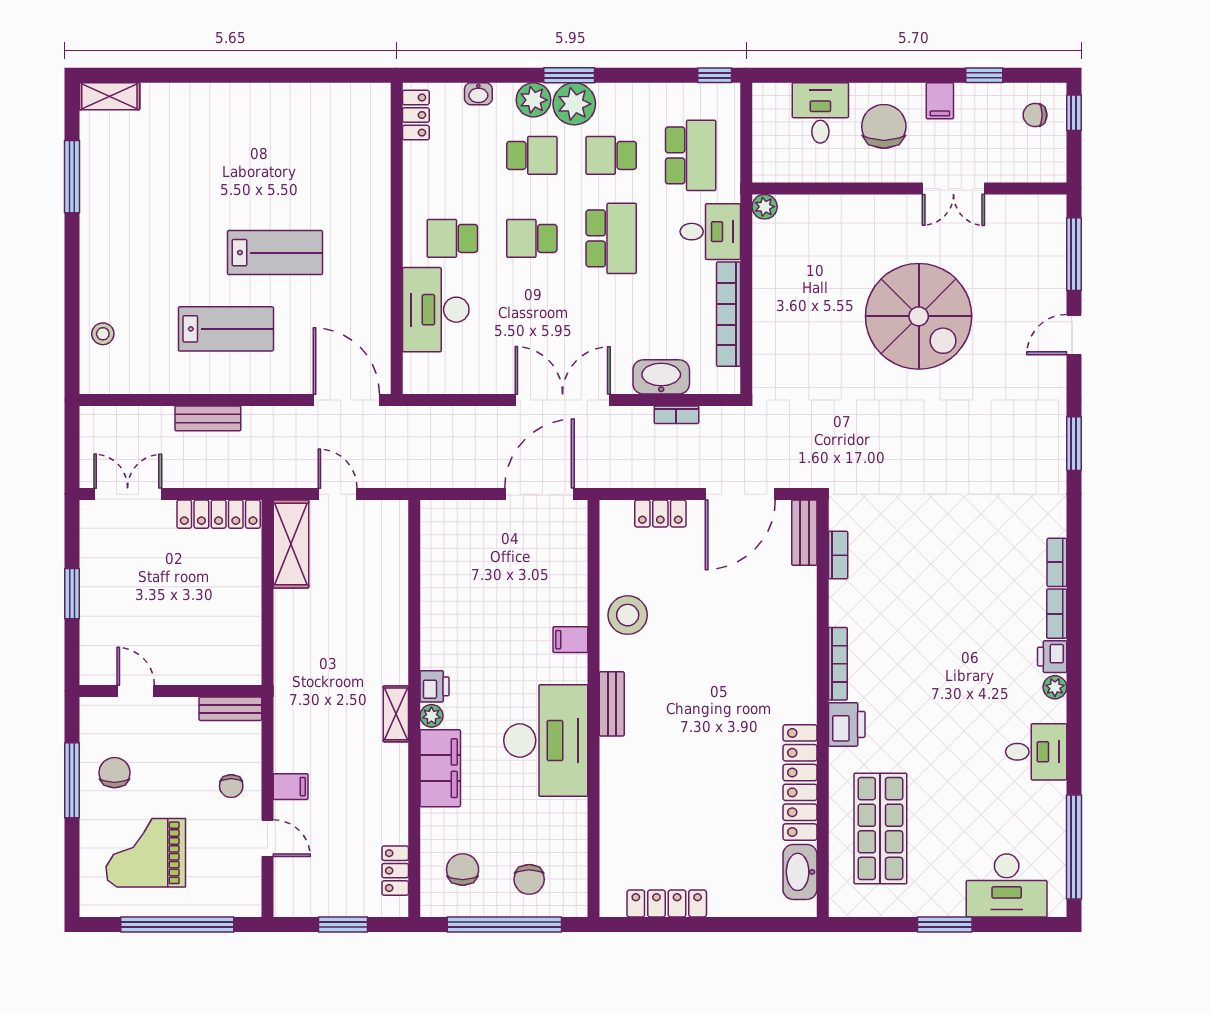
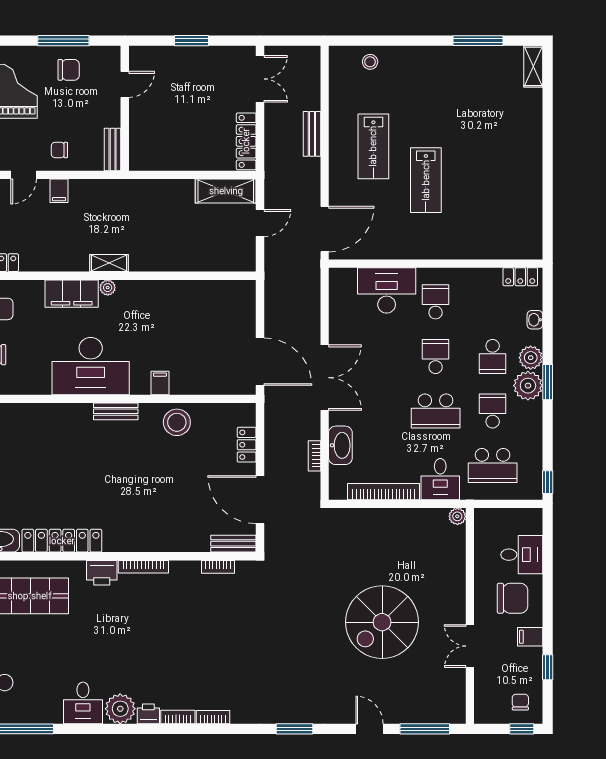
printer: (435, 686) -> (128, 290), removed
plant: (1055, 687) -> (120, 709), width x1.88, depth x1.88

